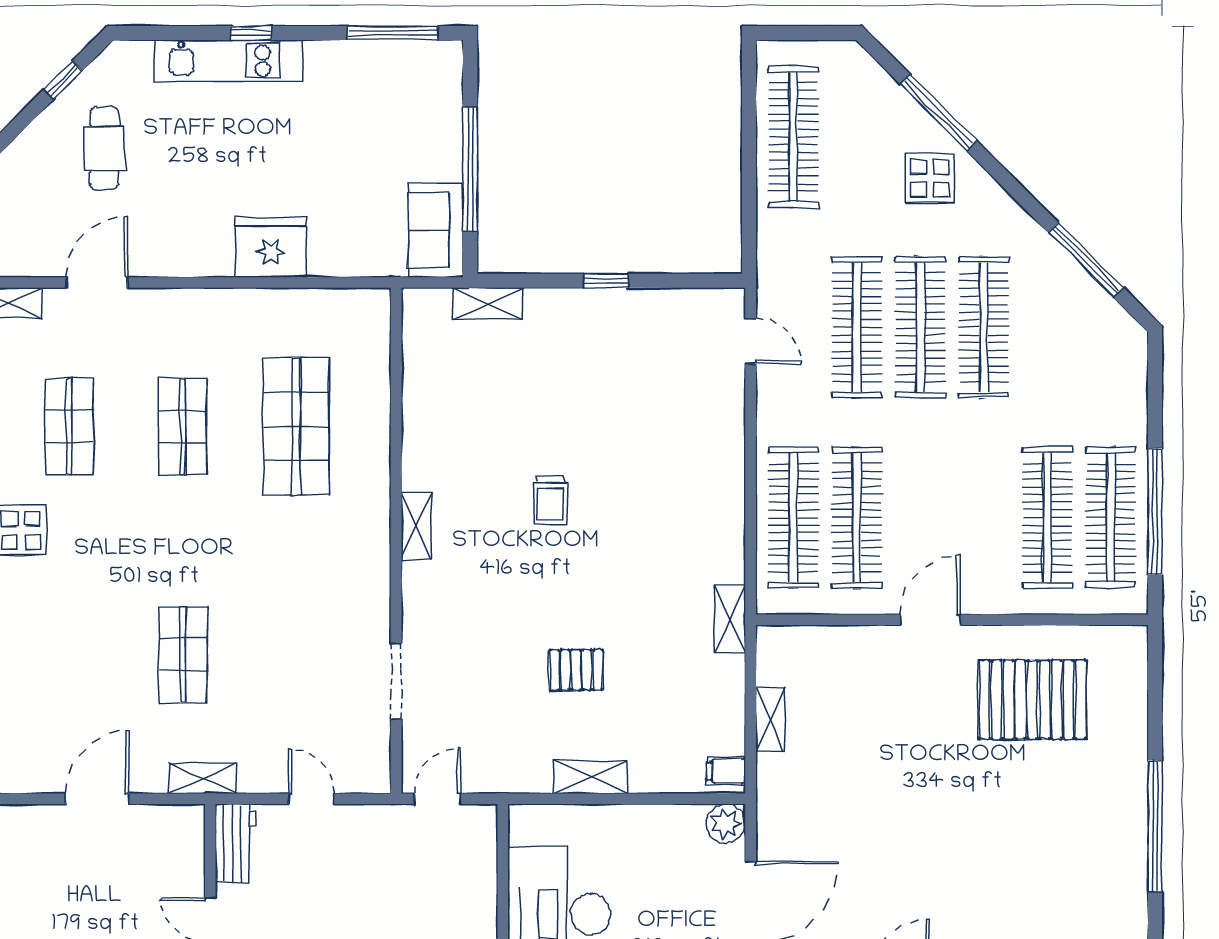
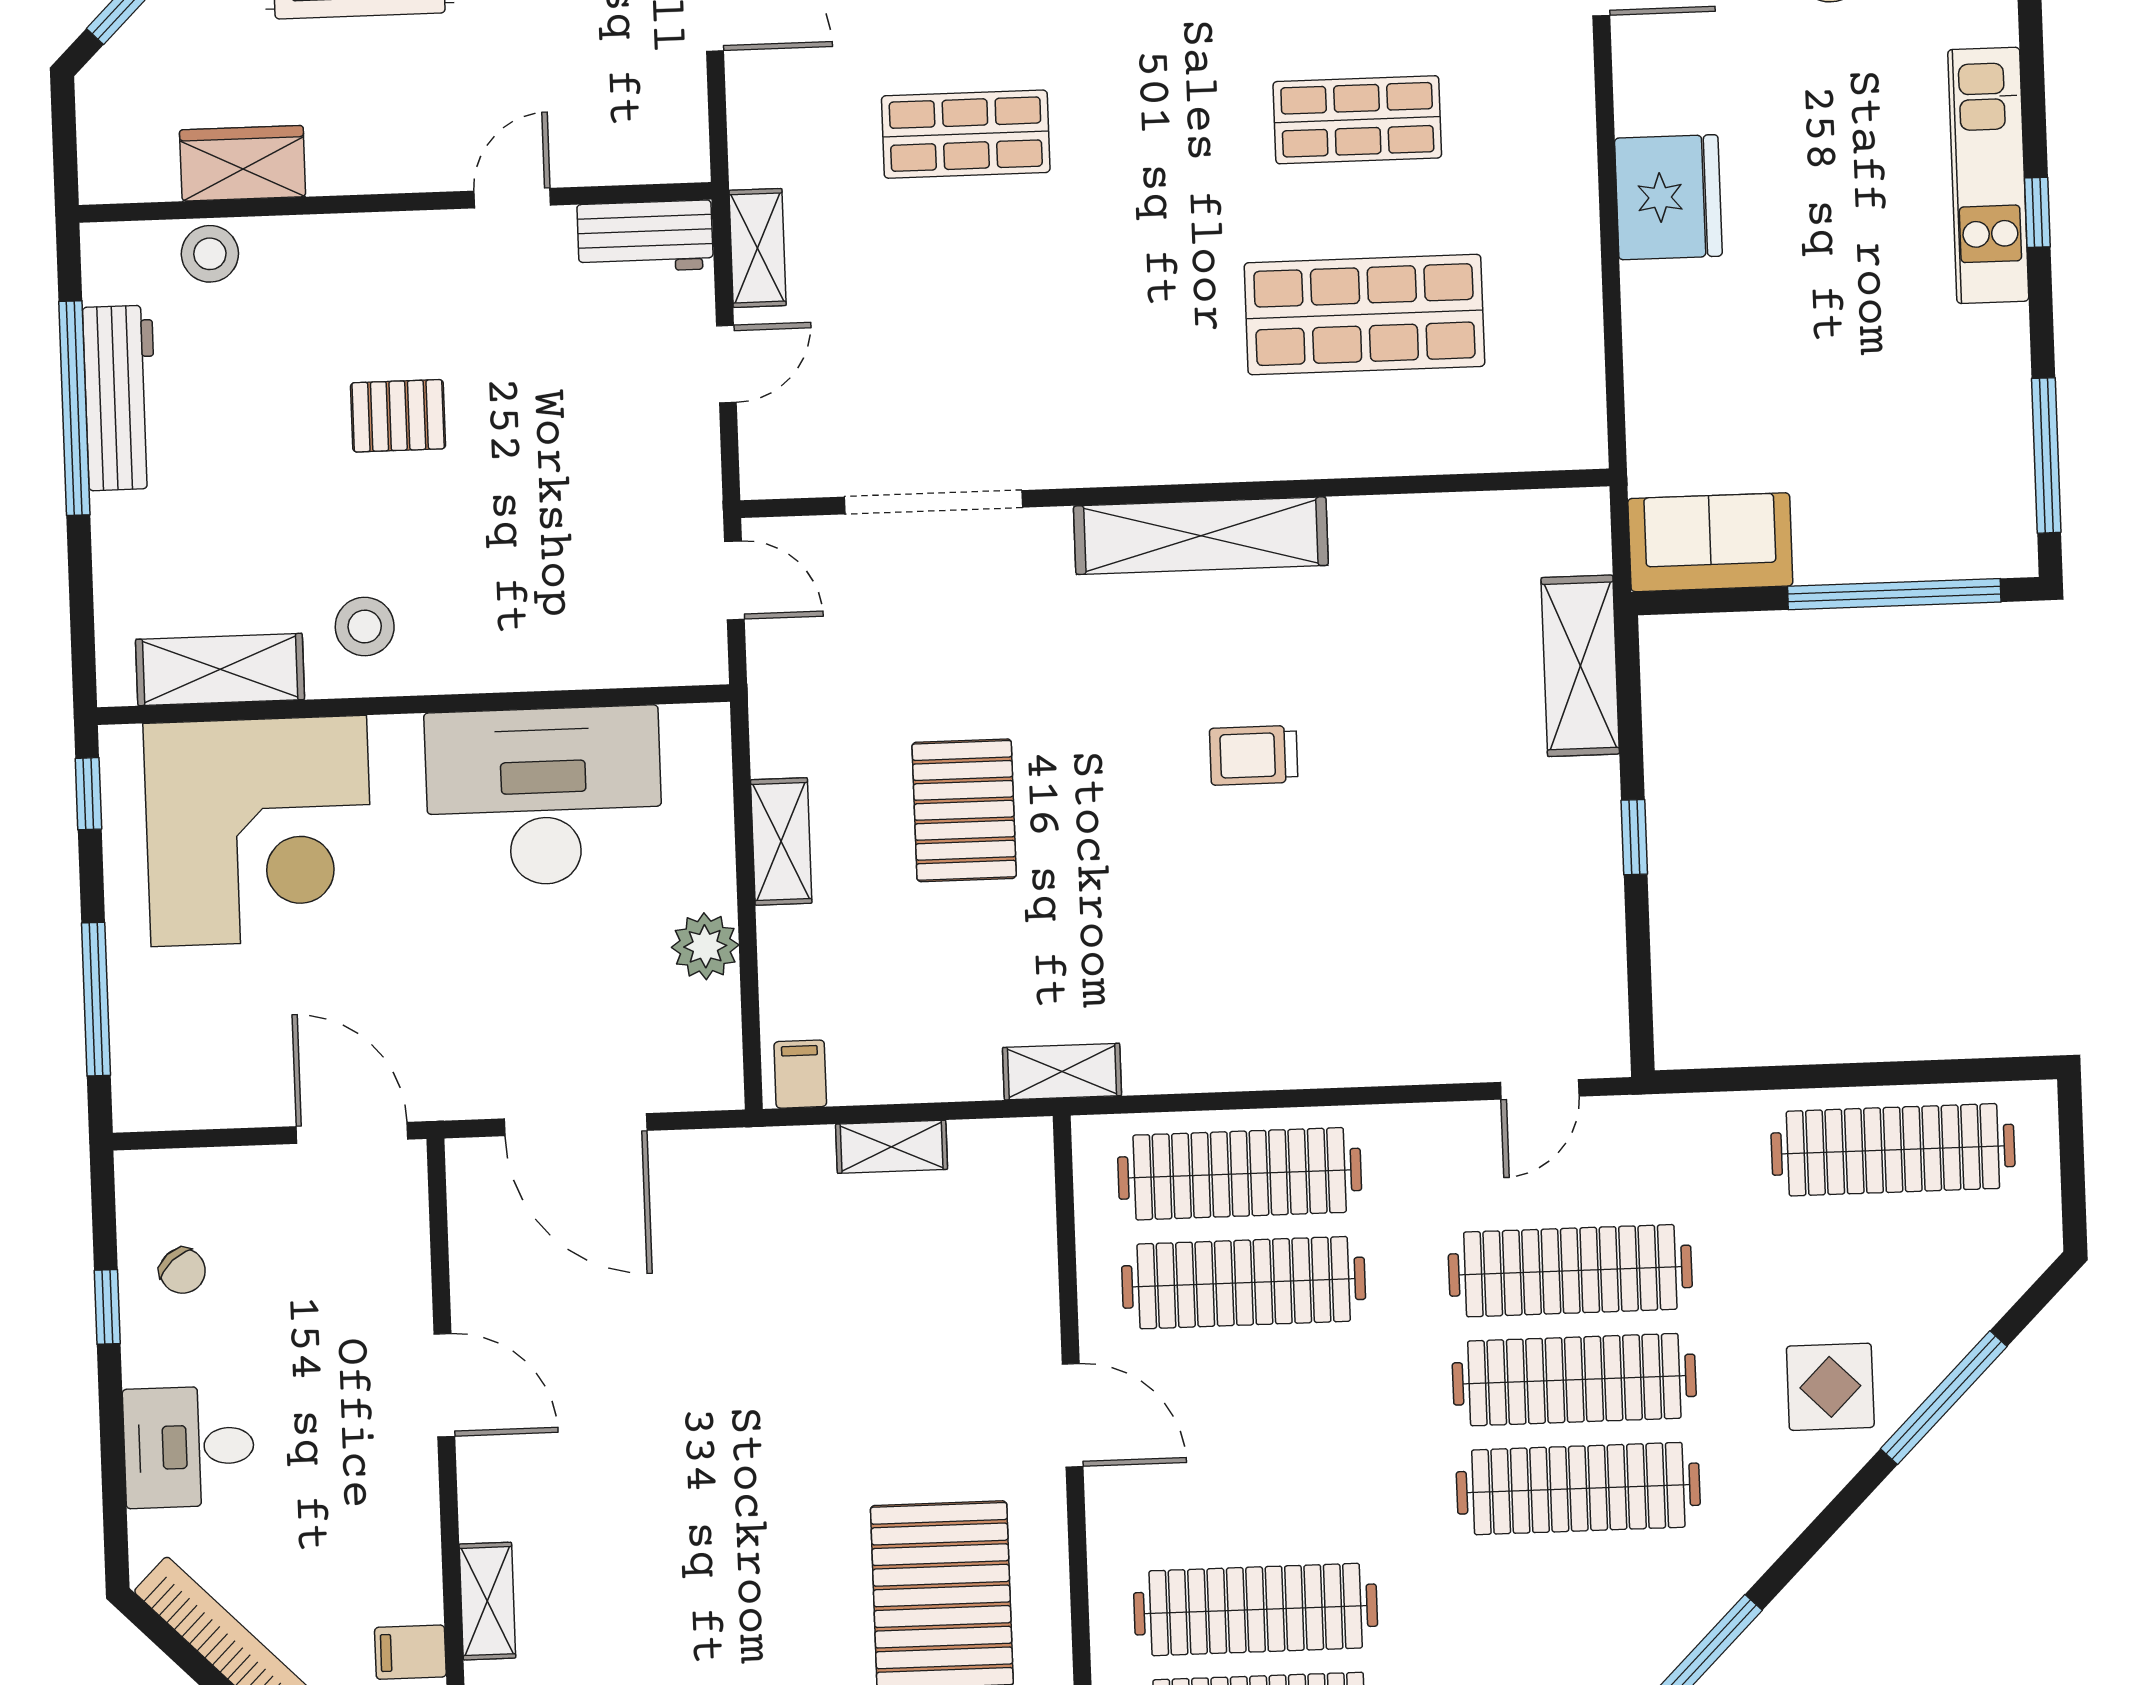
window: (470, 169) -> (1894, 594), moved
fridge: (271, 247) -> (1668, 197), moved
shelving: (488, 303) -> (1580, 666), width x1.50, depth x1.33
shelving: (416, 526) -> (1201, 536), width x2.20, depth x1.33
pallet: (576, 670) -> (964, 810), width x1.50, depth x1.42
doorway: (396, 681) -> (933, 502), width x1.36
shelving: (203, 778) -> (758, 248), moved
plant: (726, 824) -> (705, 946), moved

